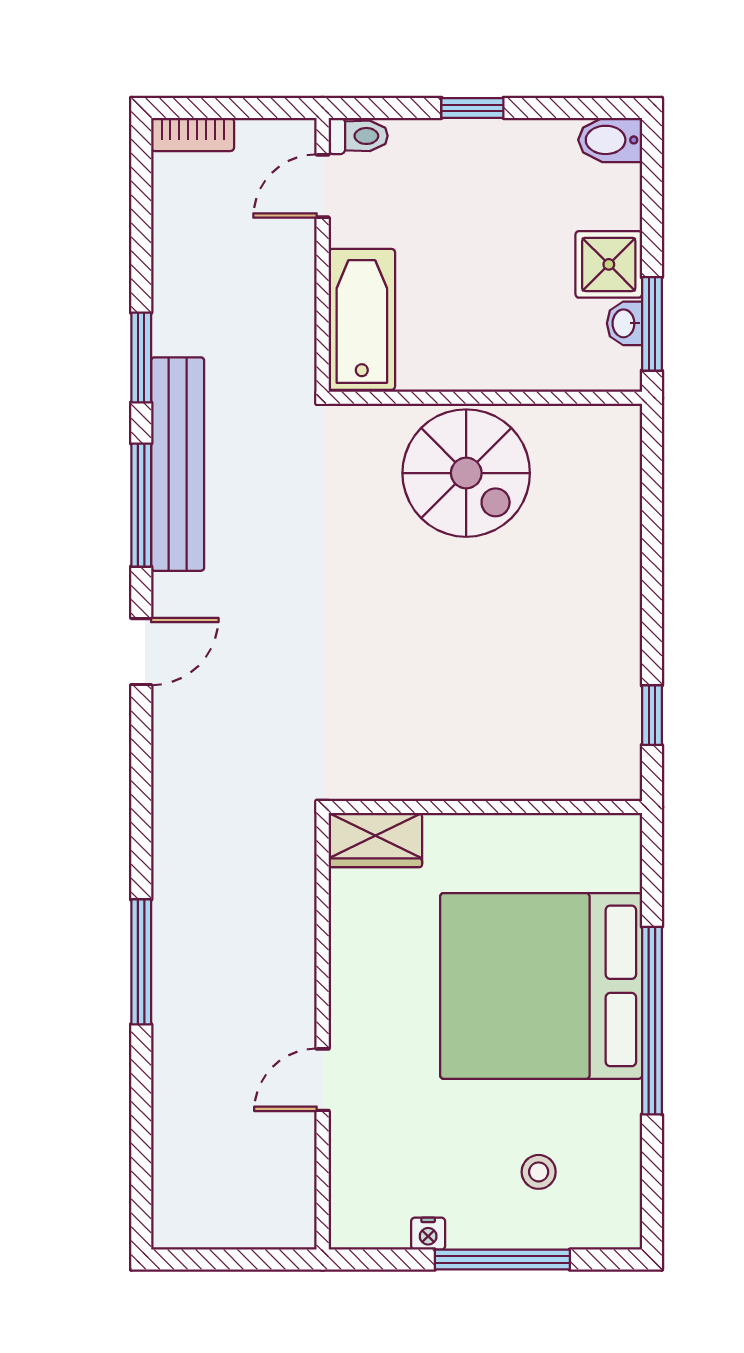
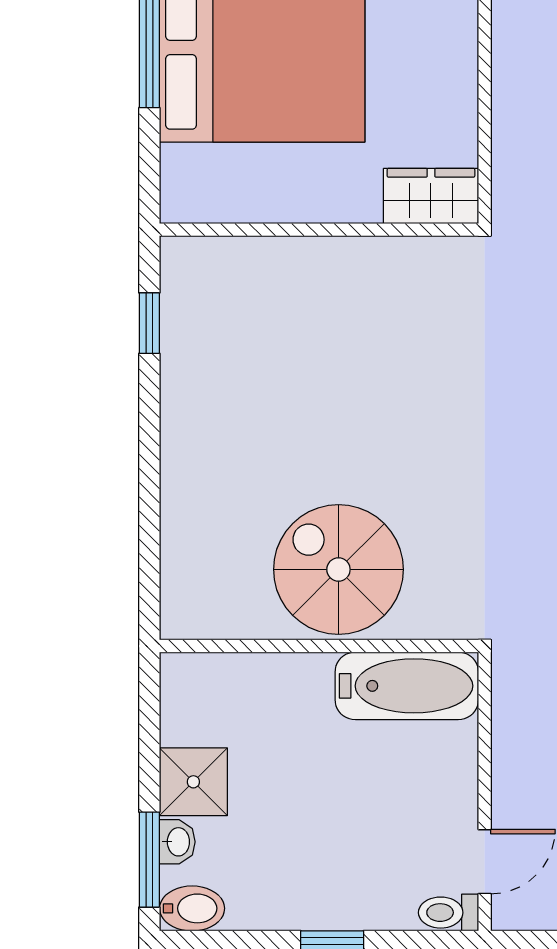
bathtub: (362, 319) -> (407, 686), moved, turned -90
washbasin: (625, 323) -> (177, 842), moved
window: (652, 324) -> (149, 860), moved

